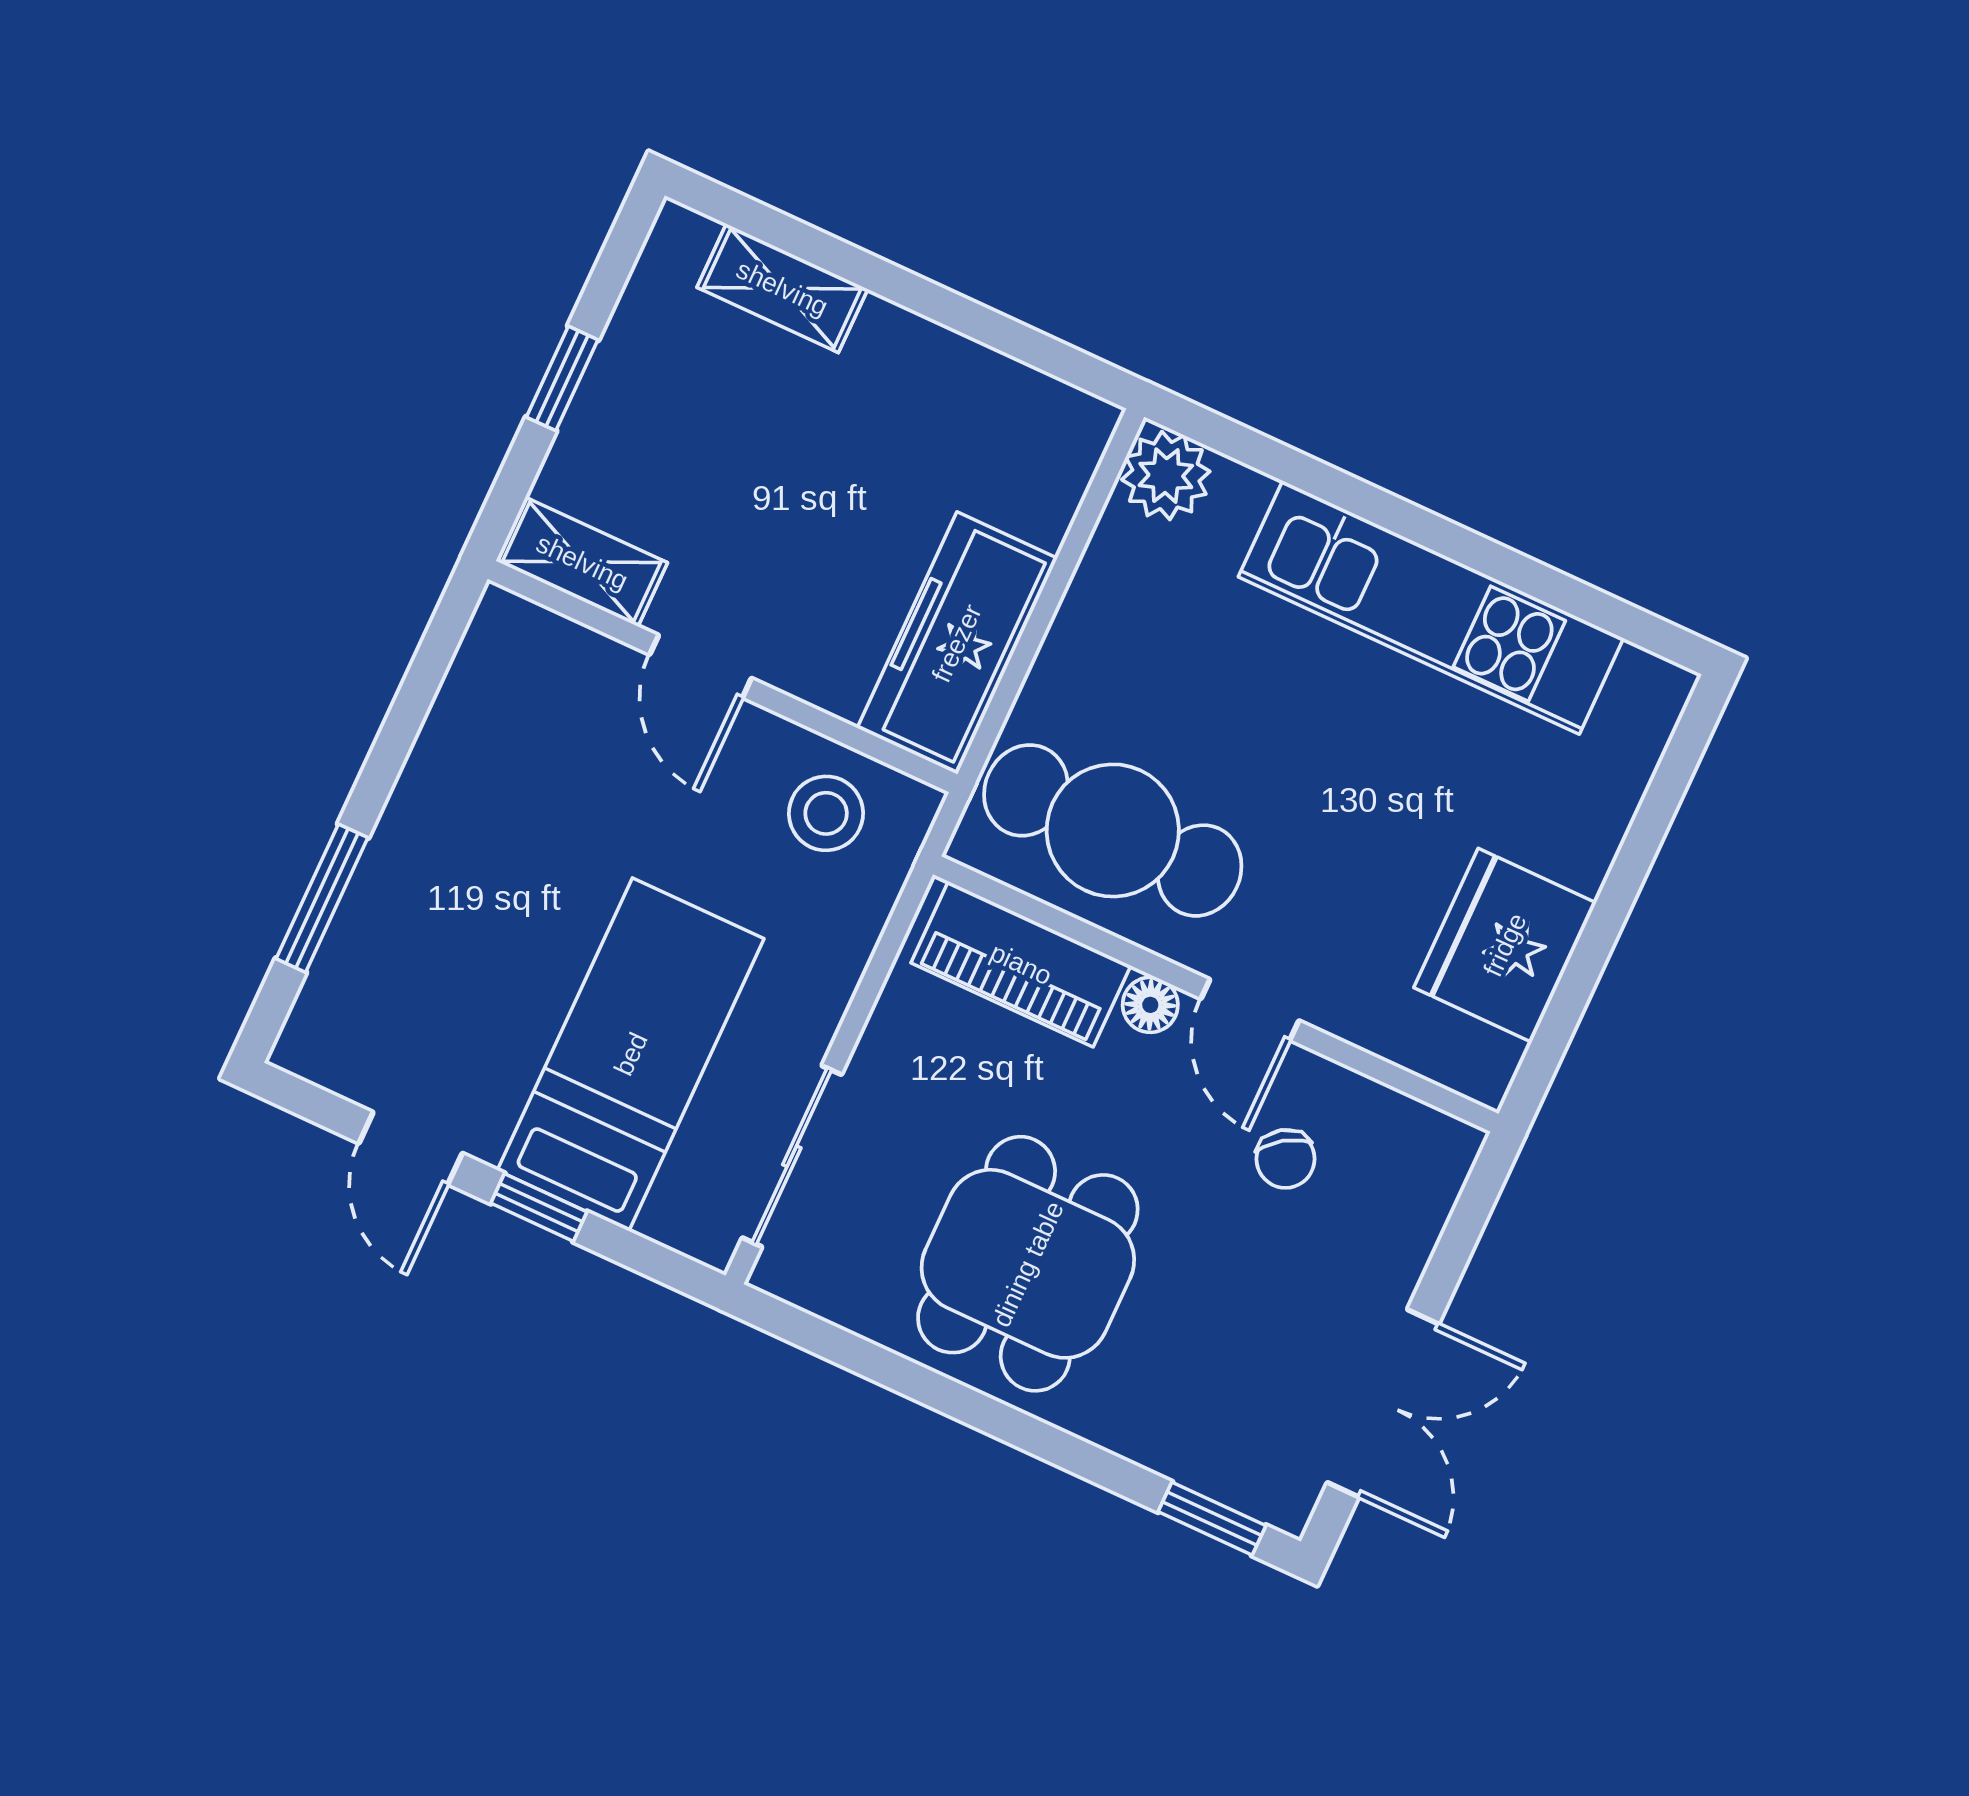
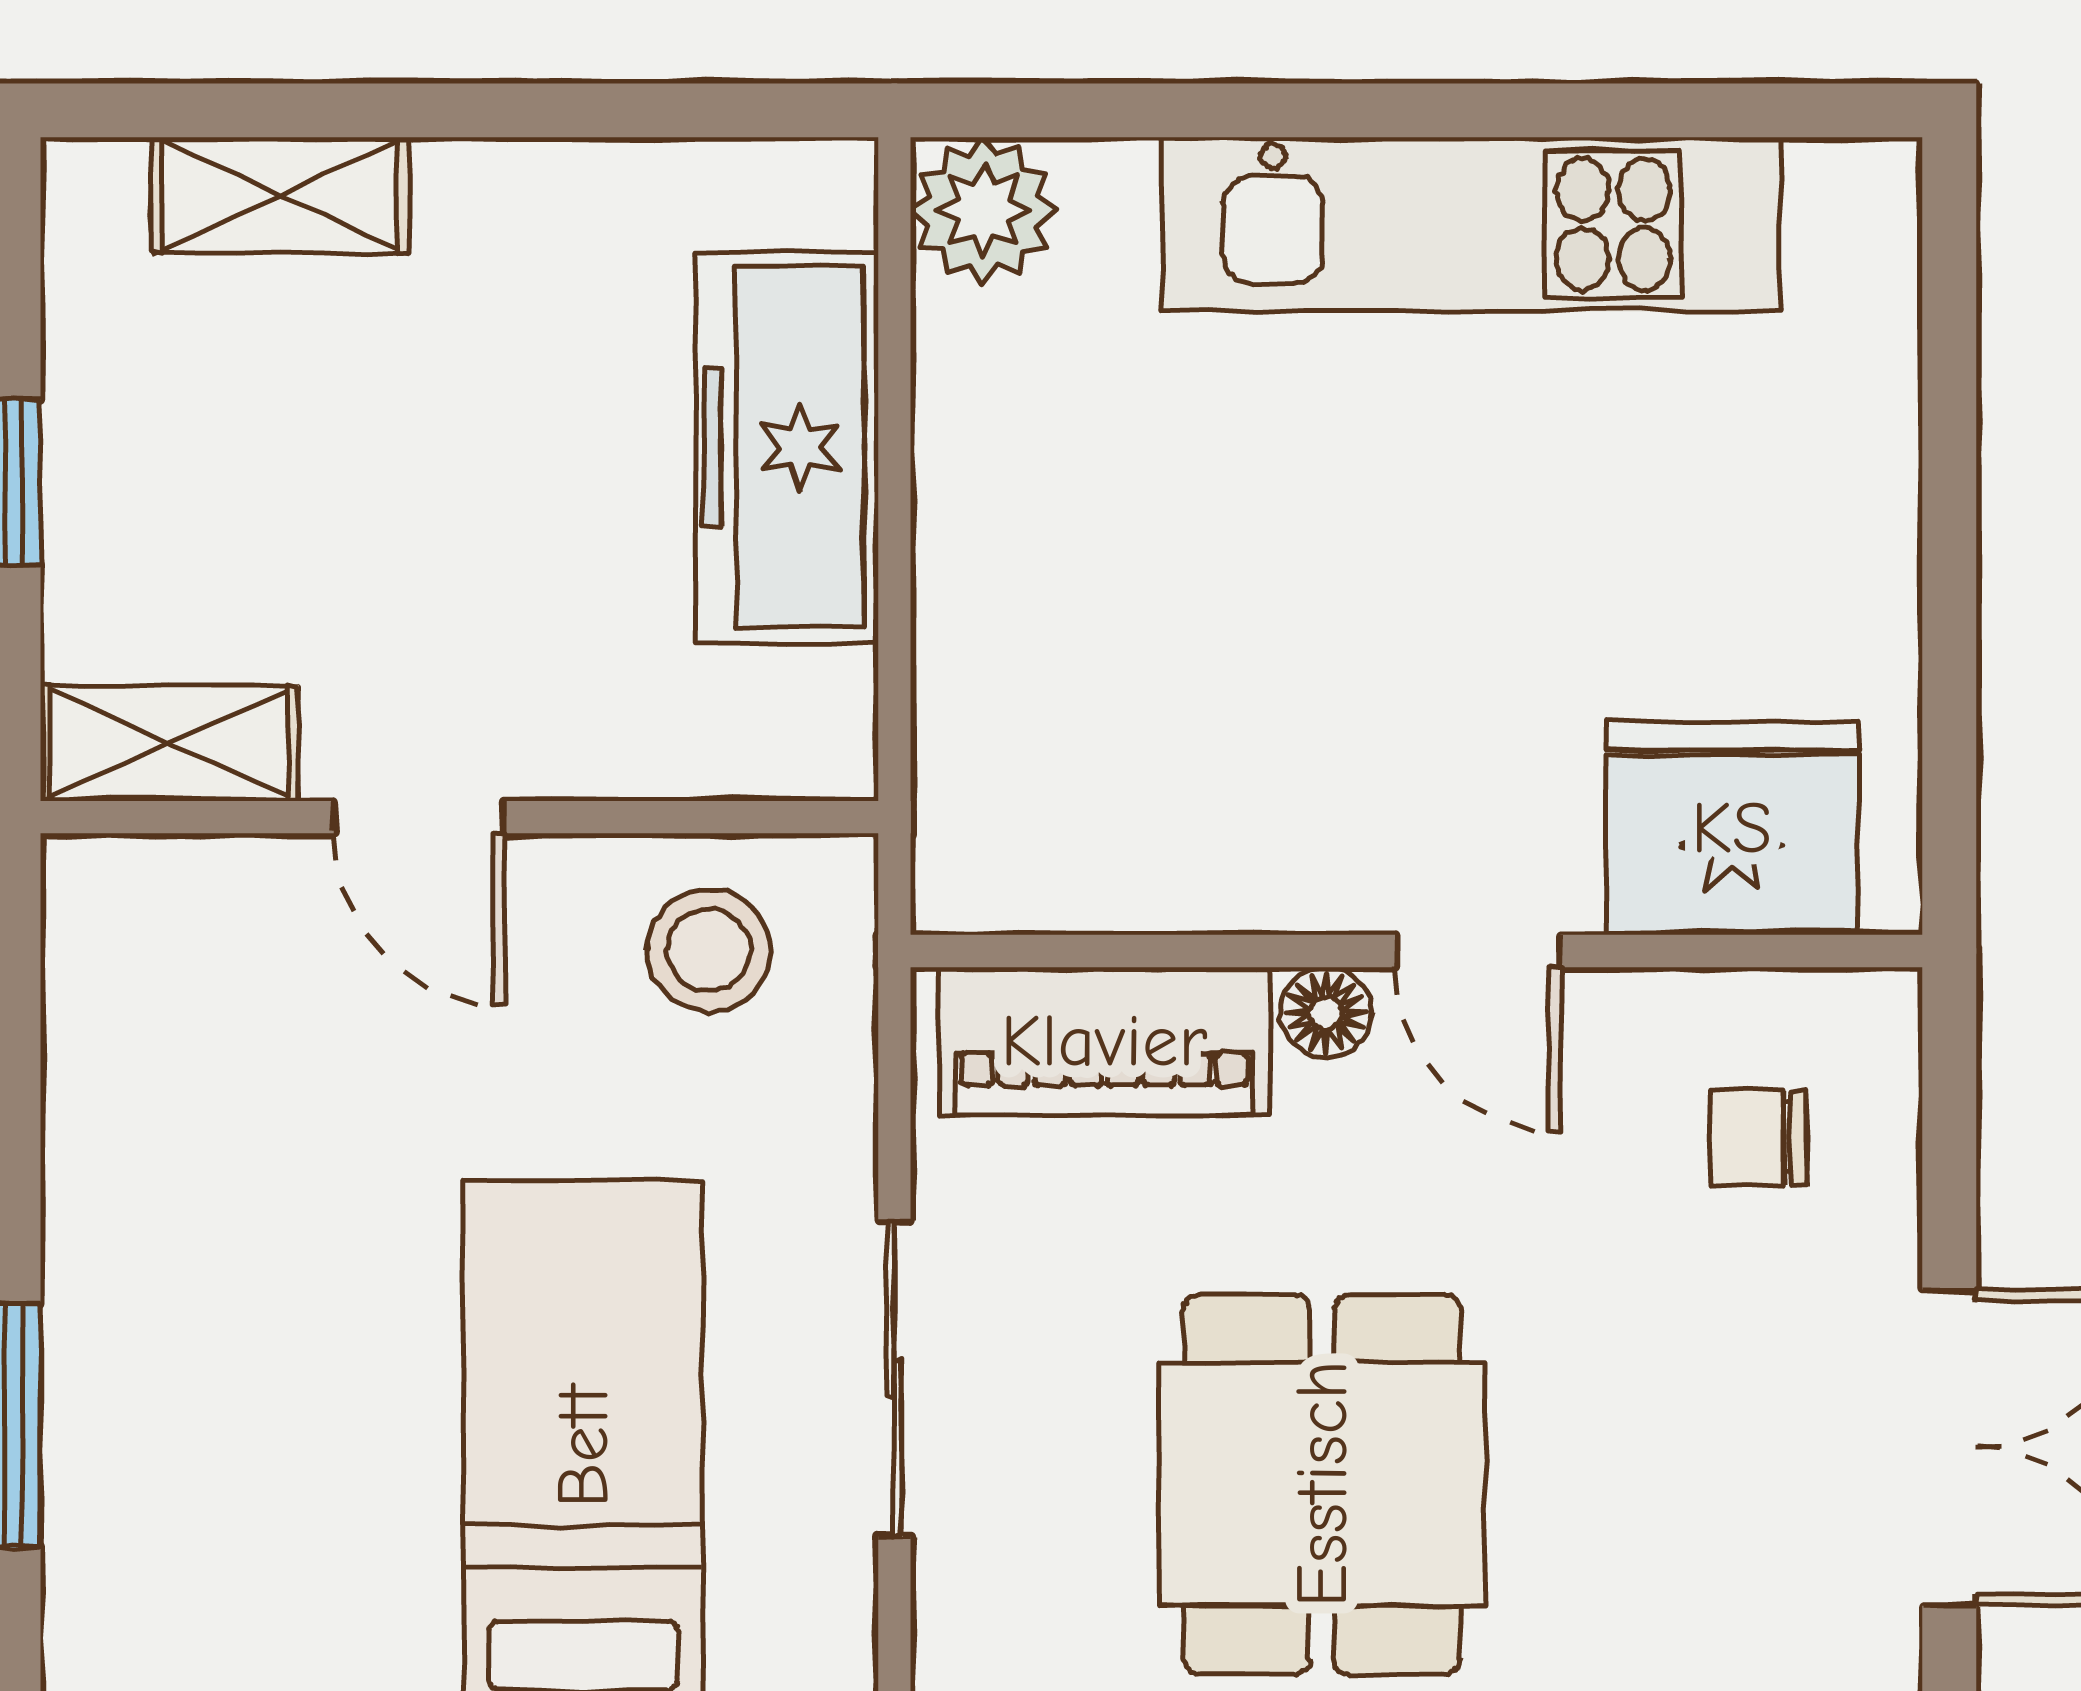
freezer: (957, 643) -> (787, 447), moved
cafe table: (1113, 830) -> (1149, 778), removed
fridge: (1505, 945) -> (1732, 828), moved, turned 90
sliding door: (792, 1156) -> (894, 1379), moved
chair: (1285, 1159) -> (1759, 1138), moved, turned 124

